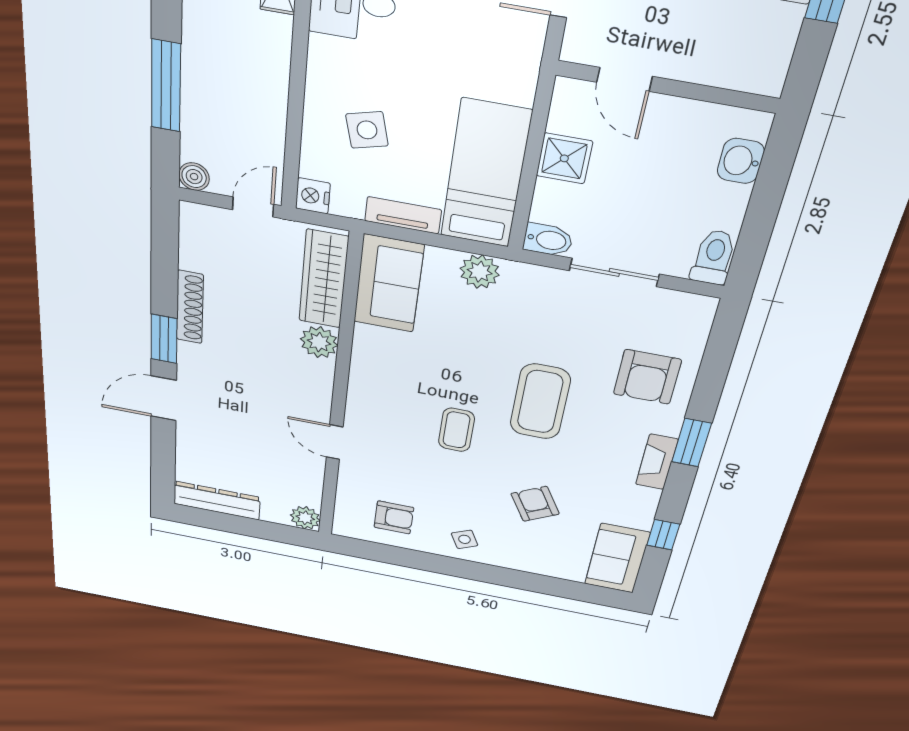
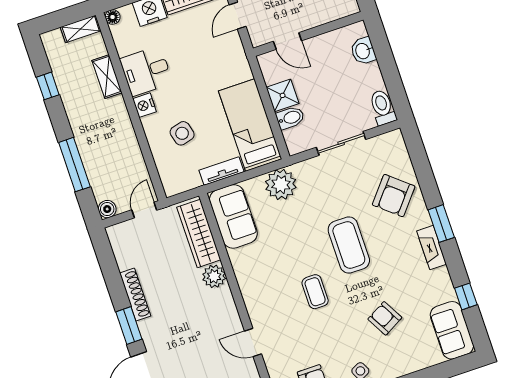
nightstand: (313, 196) -> (144, 105), moved
bidet: (548, 240) -> (290, 118), moved
plant: (480, 272) -> (281, 184), width x1.36, depth x1.36
armchair: (647, 377) -> (394, 196), turned 40

